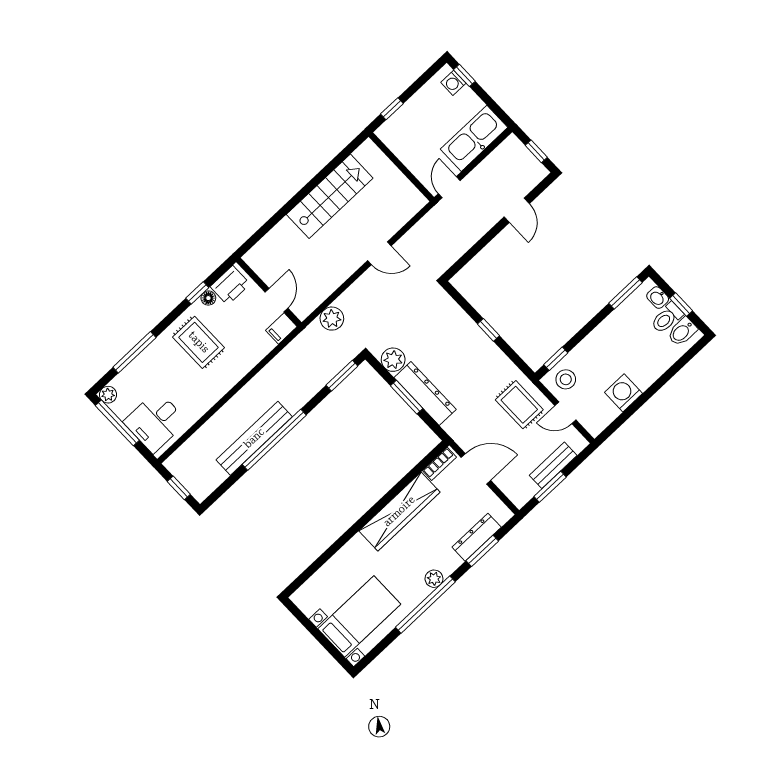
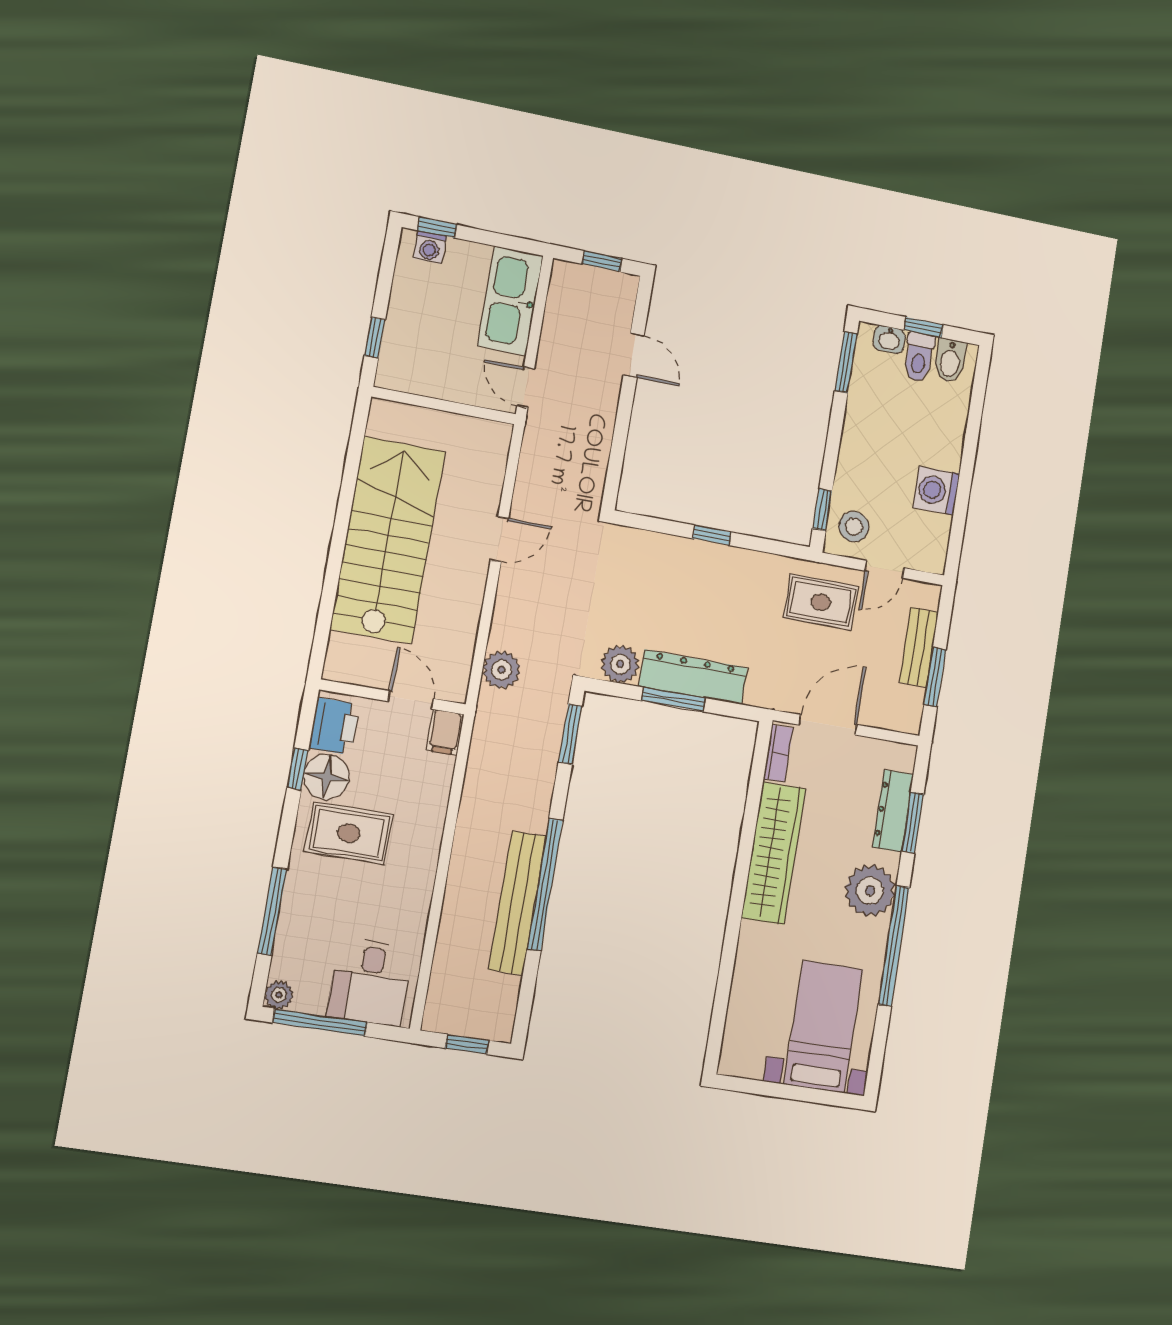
stairs: (330, 196) -> (388, 540), width x1.36, depth x1.51
floor lamp: (208, 298) -> (327, 777), width x1.89, depth x1.89
plant: (434, 579) -> (870, 891), width x1.88, depth x1.88

